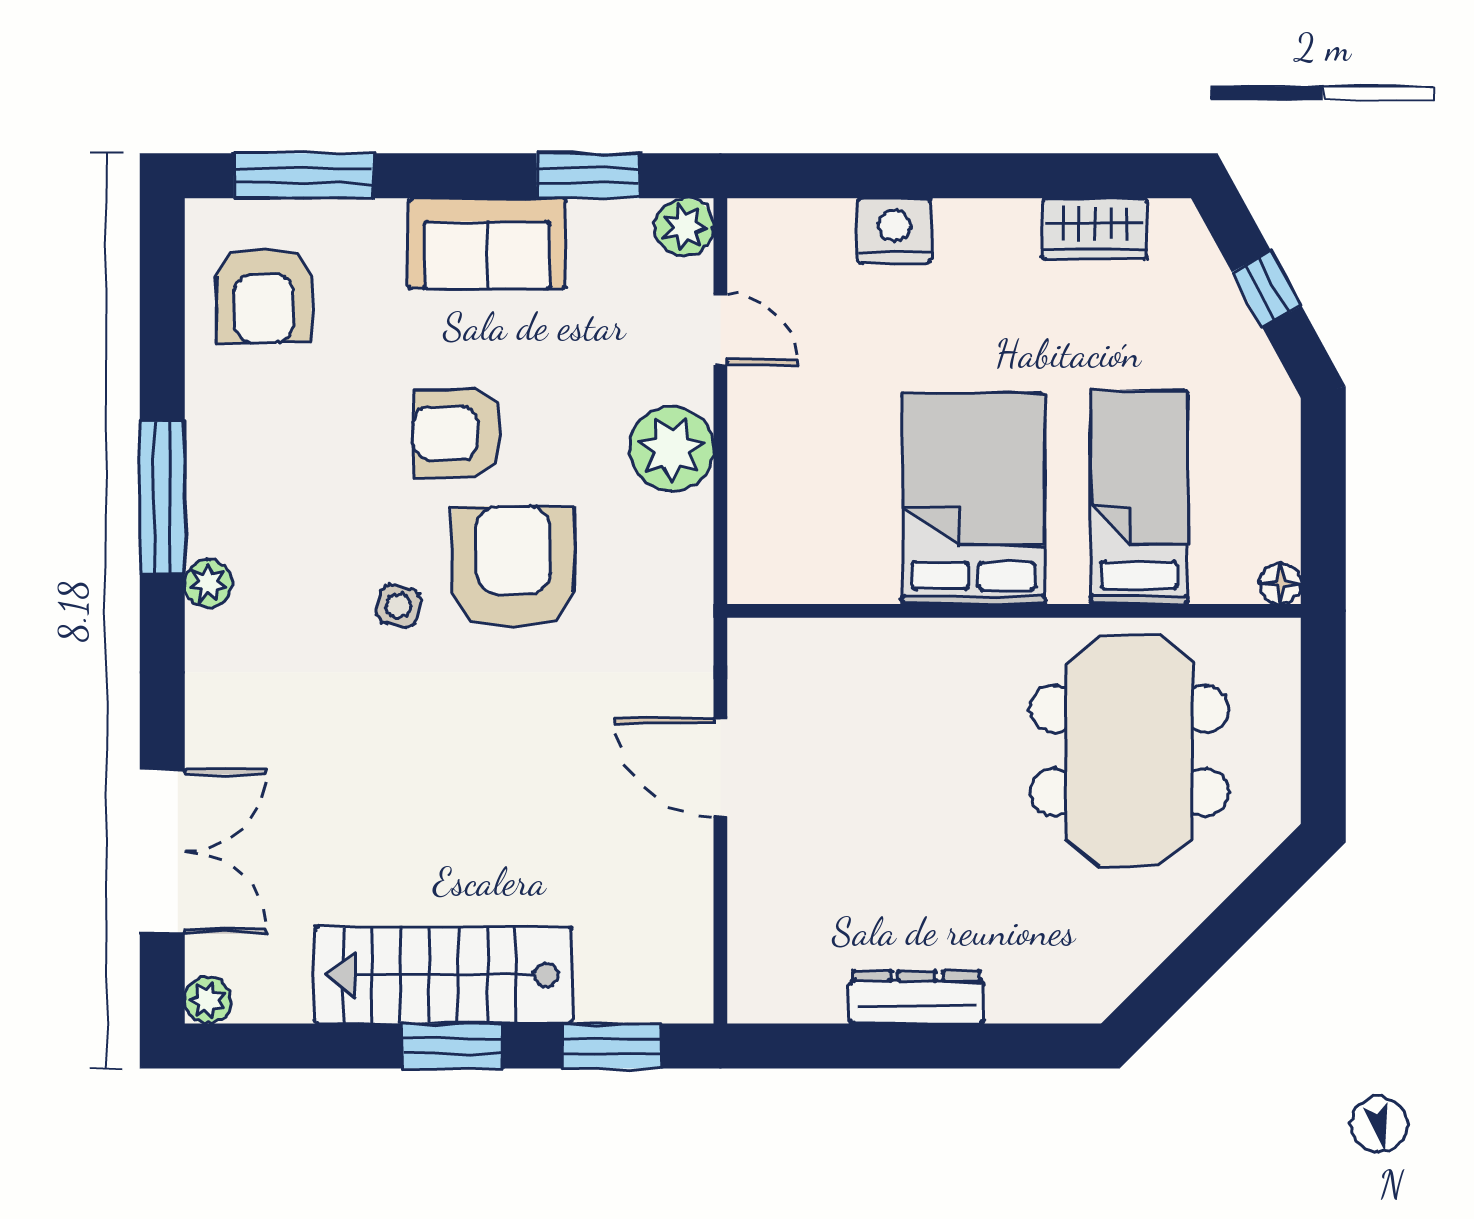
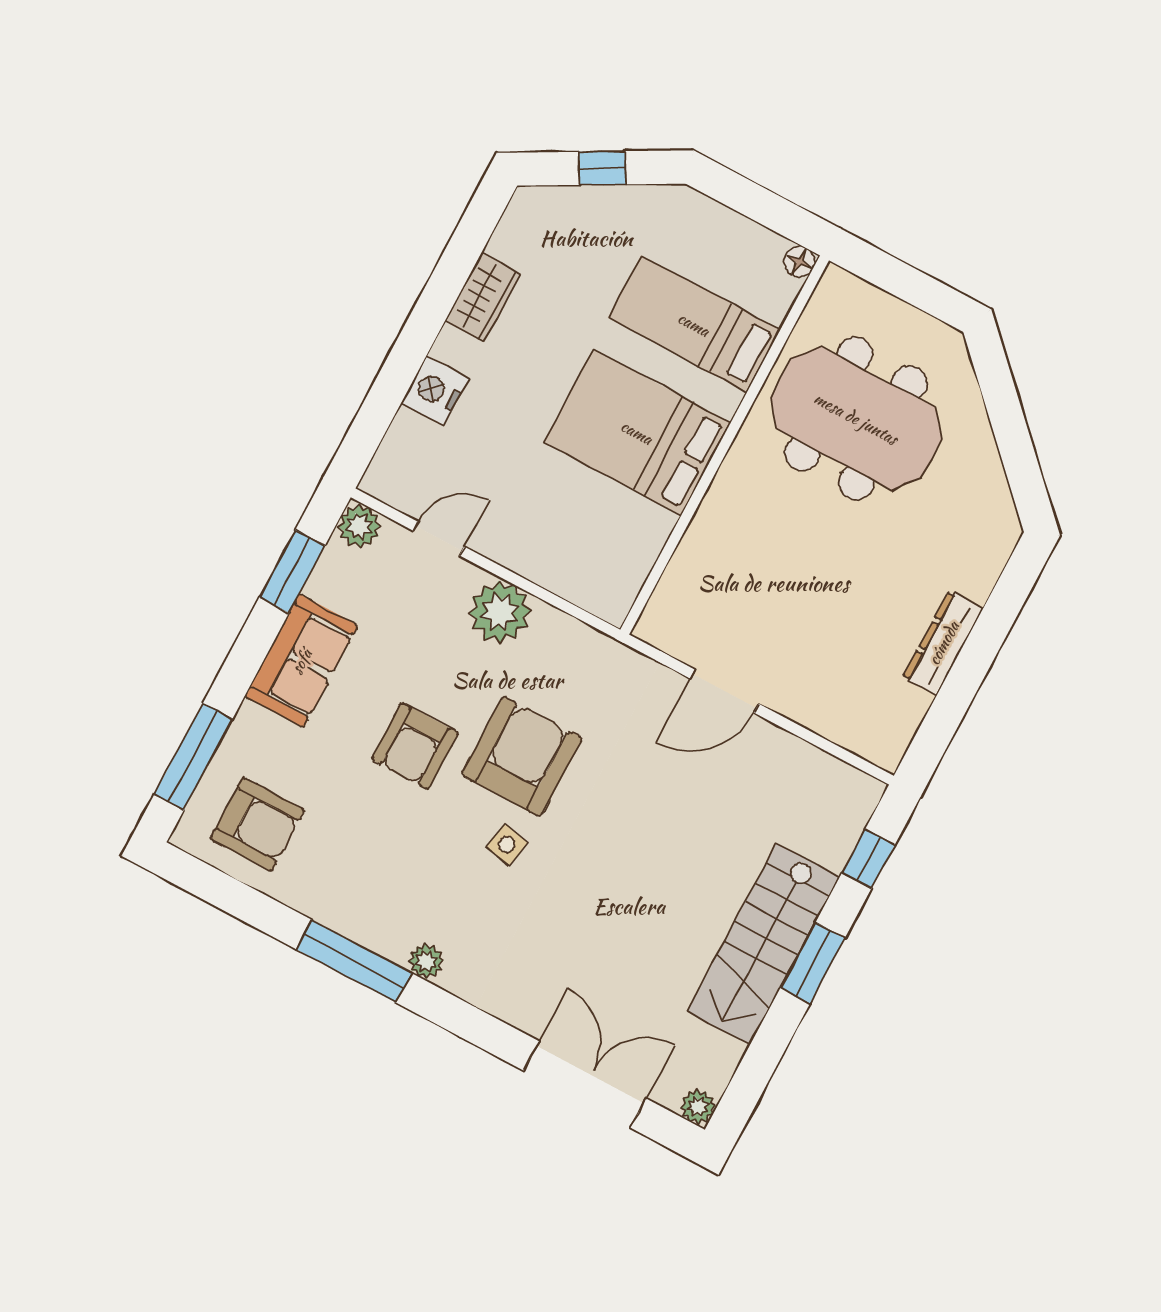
wardrobe: (1095, 228) -> (483, 297), moved
armchair: (513, 567) -> (522, 757), turned 90
window: (612, 1046) -> (868, 859), width x0.67

